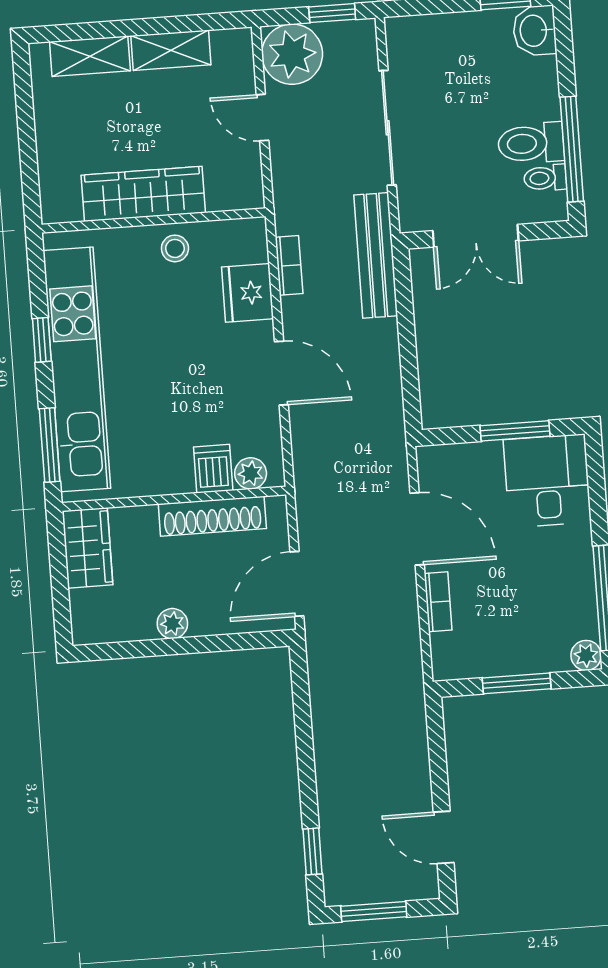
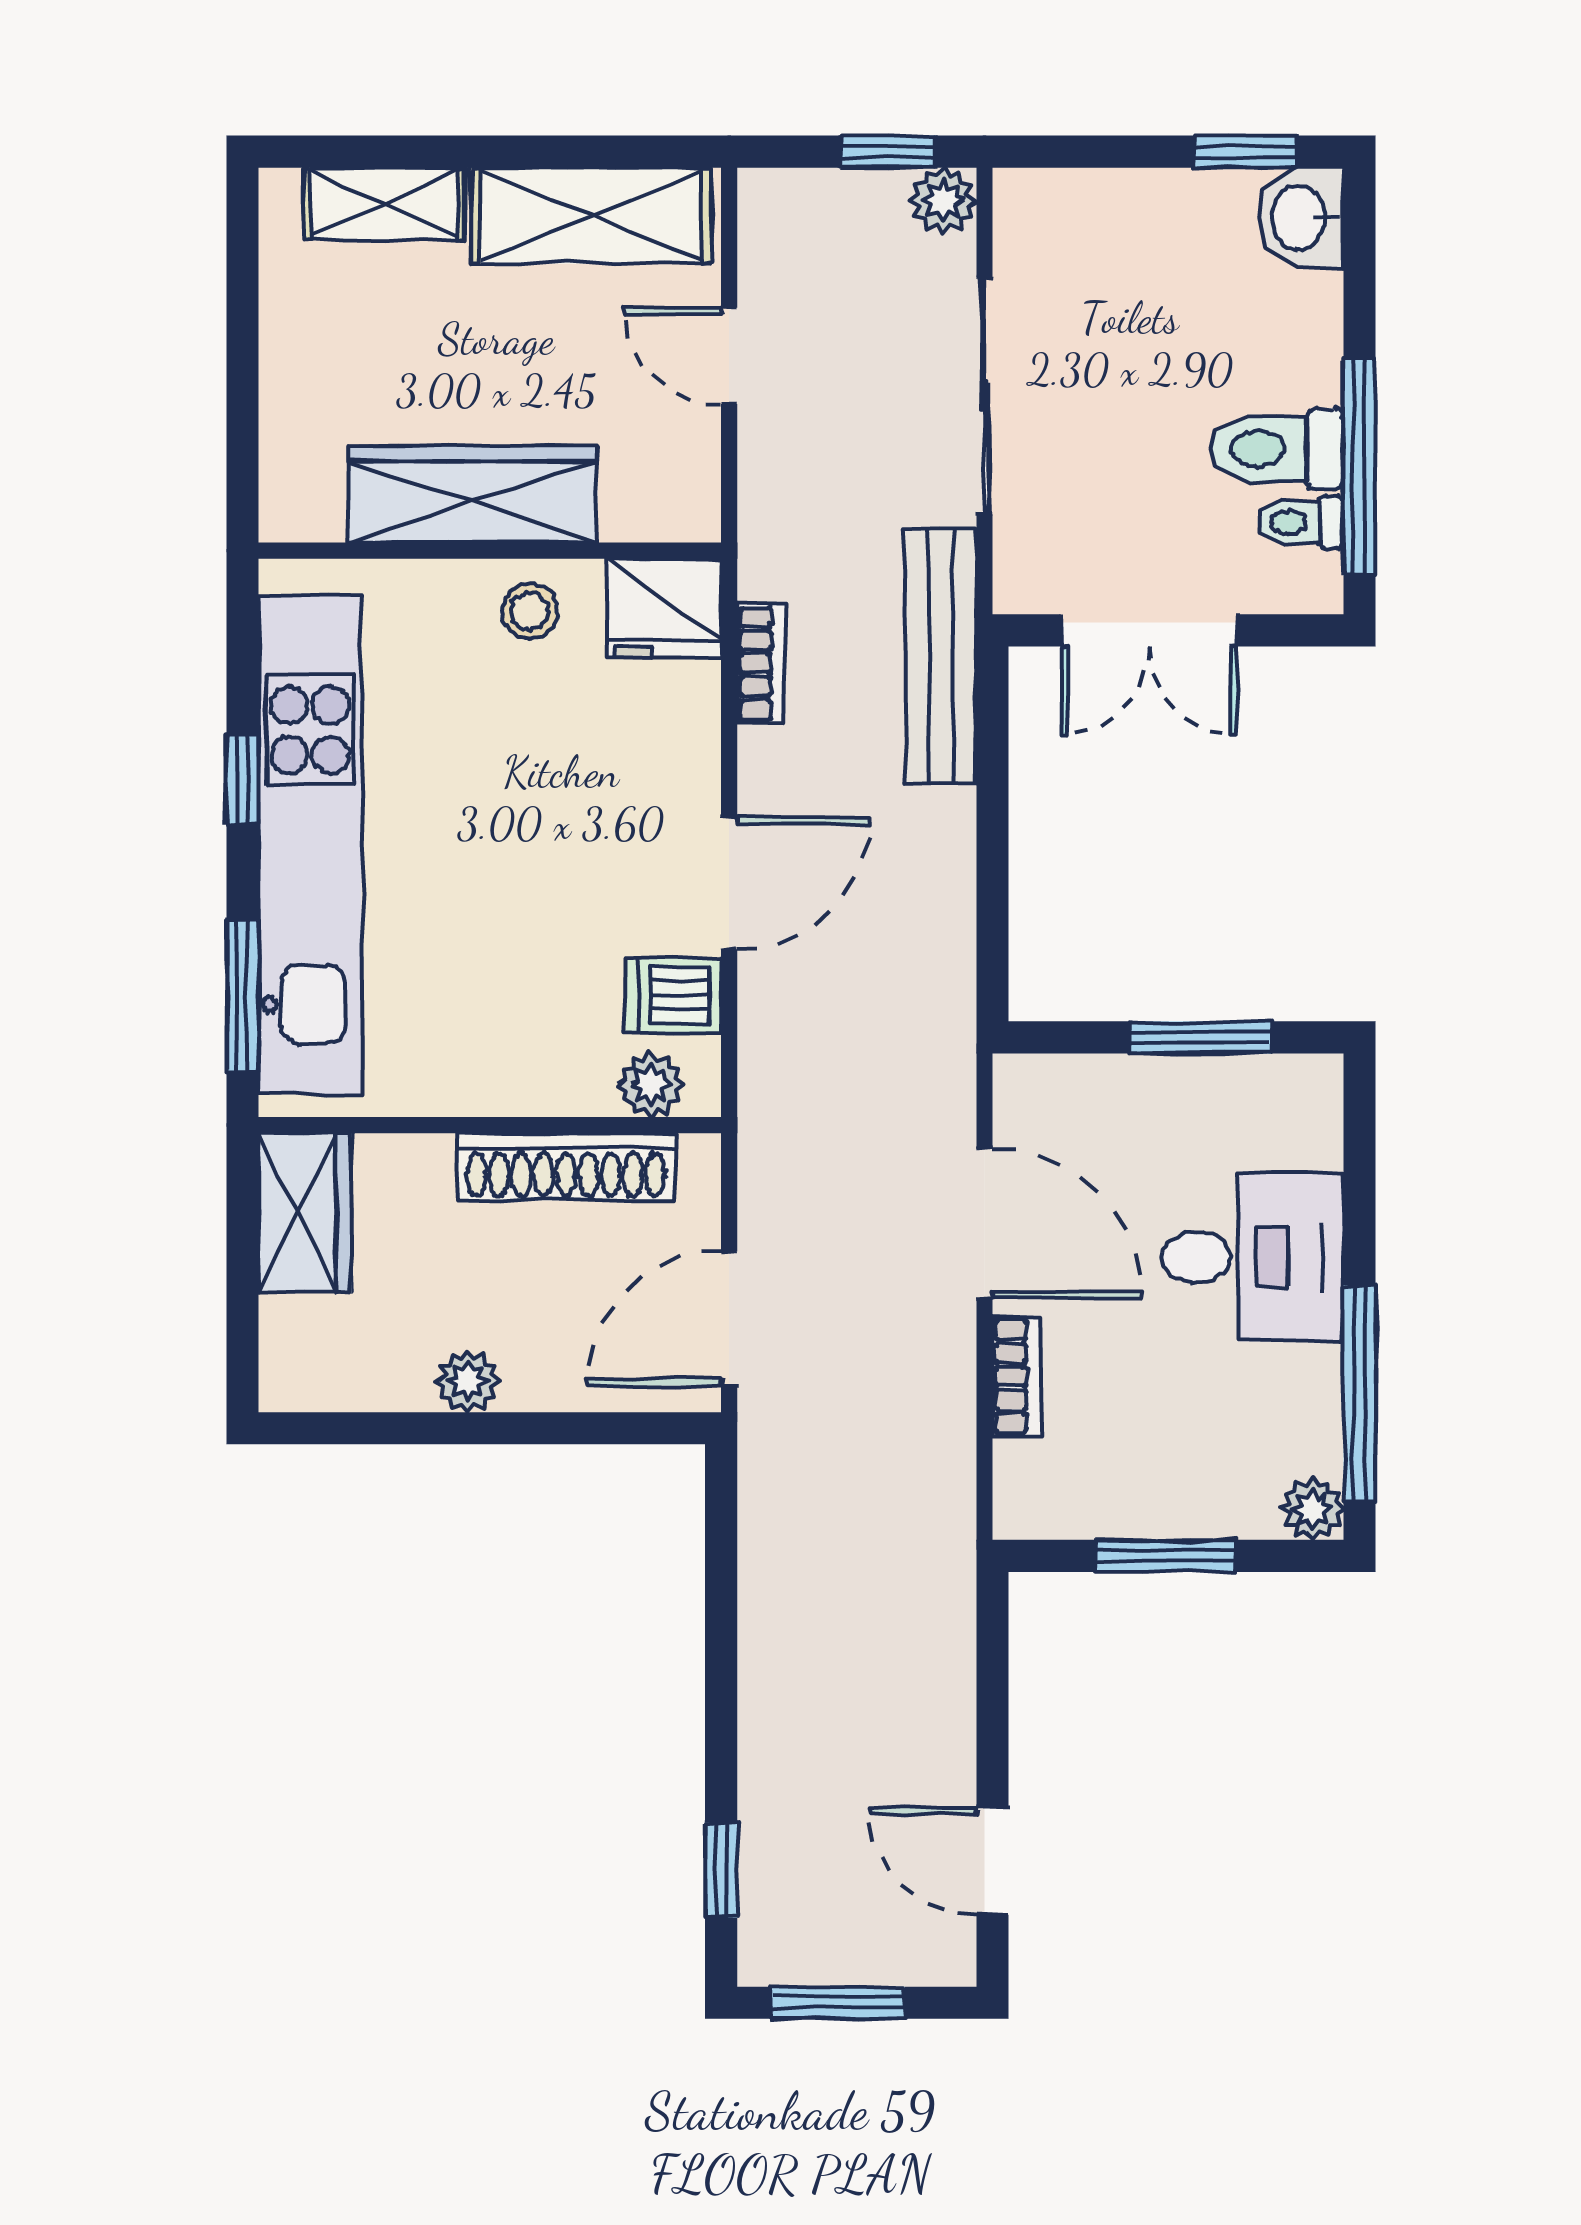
shelving: (171, 50) -> (591, 216), width x1.50, depth x1.33
plant: (292, 54) -> (943, 201), moved, width x0.53, depth x0.53
fridge: (247, 293) -> (664, 608), moved, turned -90
door: (281, 373) -> (729, 883), hinge flipped
dishwasher: (213, 469) -> (673, 995), moved, turned -90
desk: (547, 481) -> (1252, 1257), moved, turned 90

